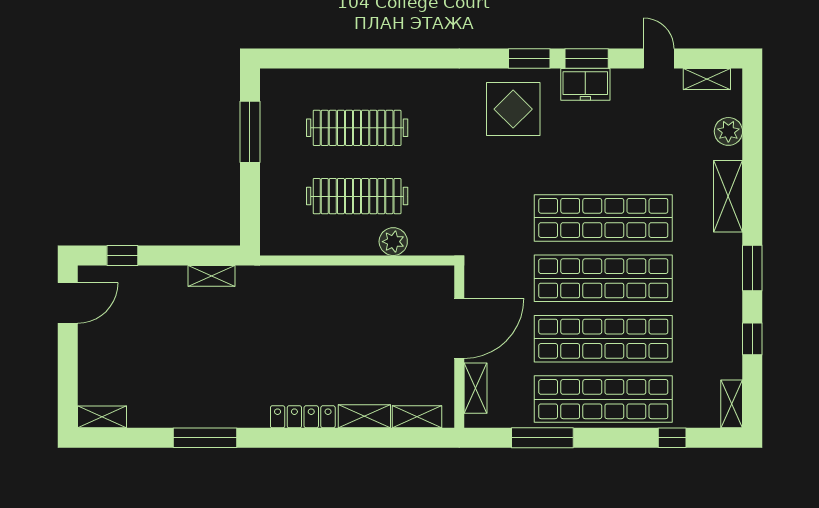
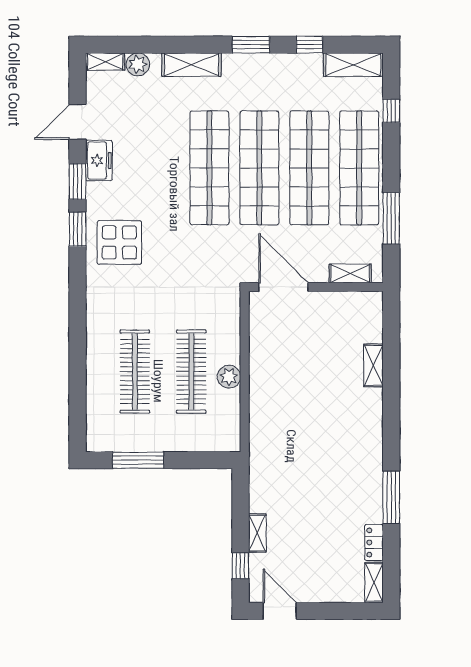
door: (659, 59) -> (78, 122), width x1.38
shelving: (707, 79) -> (105, 62), moved, turned 90
freezer: (585, 84) -> (99, 161), moved
plant: (393, 242) -> (229, 377), moved
shelving: (211, 276) -> (257, 533), moved
door: (459, 328) -> (283, 287), moved
shelving: (732, 404) -> (353, 65), width x1.50, depth x1.33
locker: (303, 417) -> (374, 542), moved, width x0.66
shelving: (417, 417) -> (374, 322), removed

